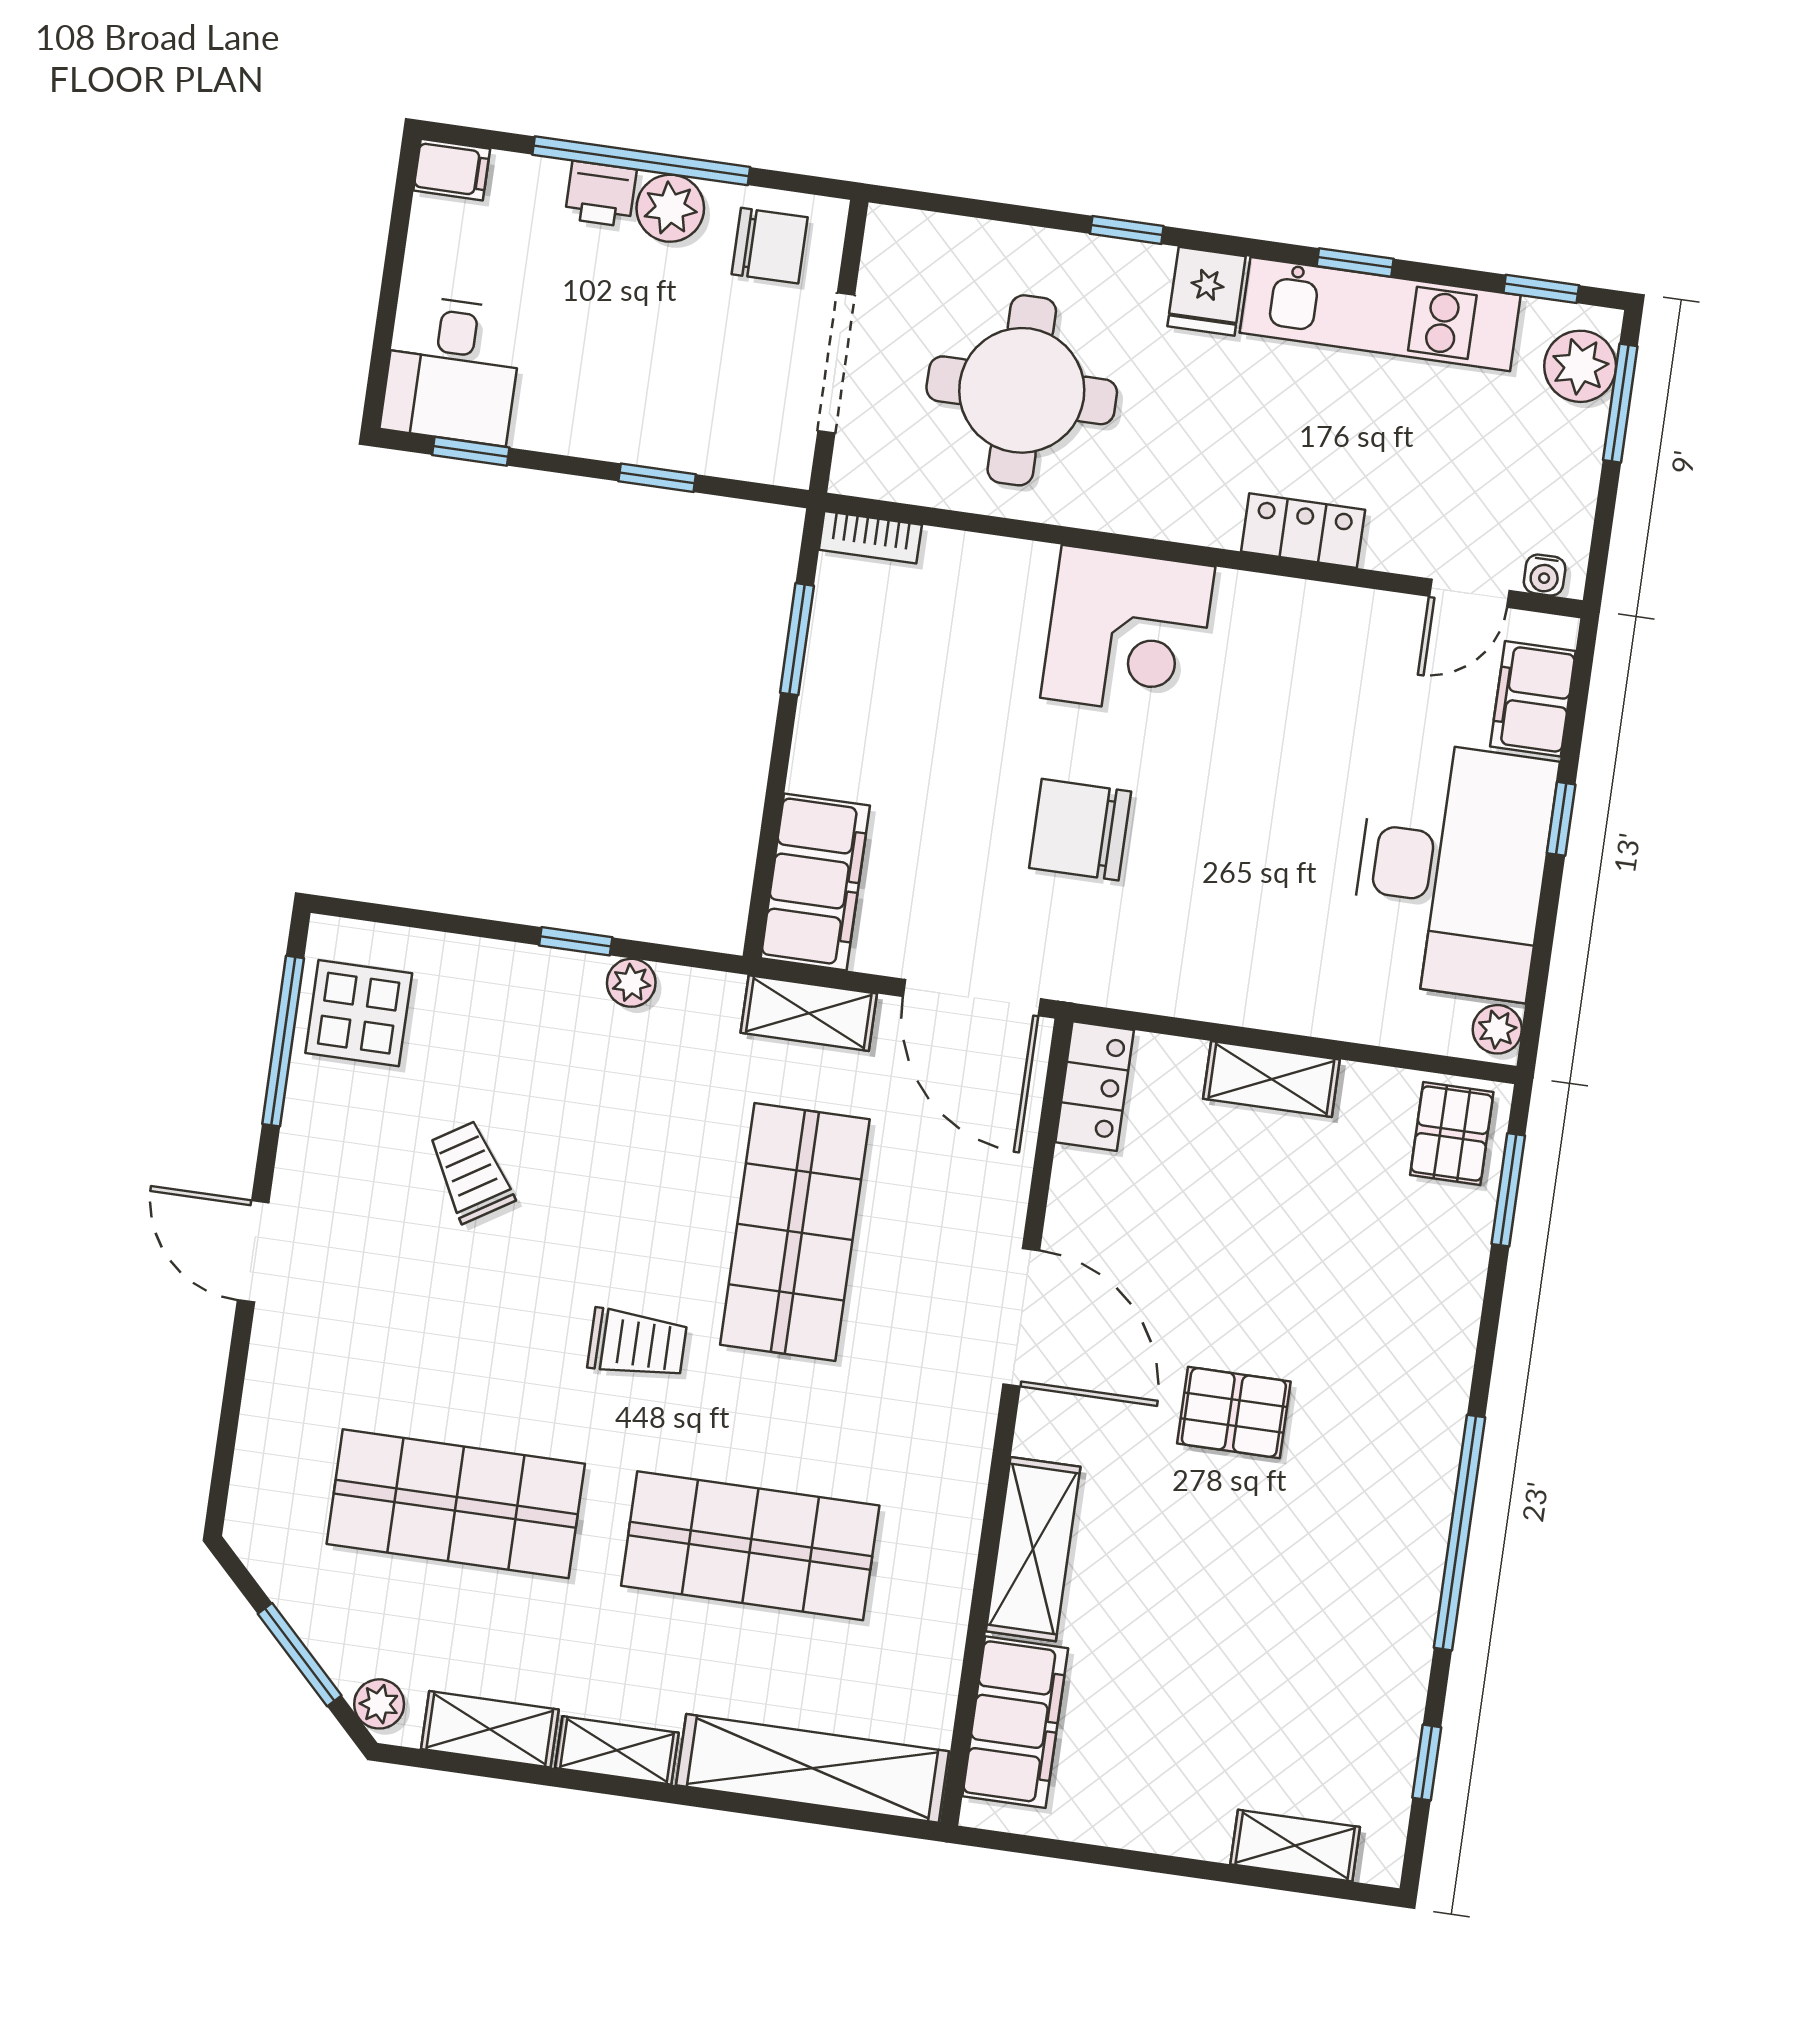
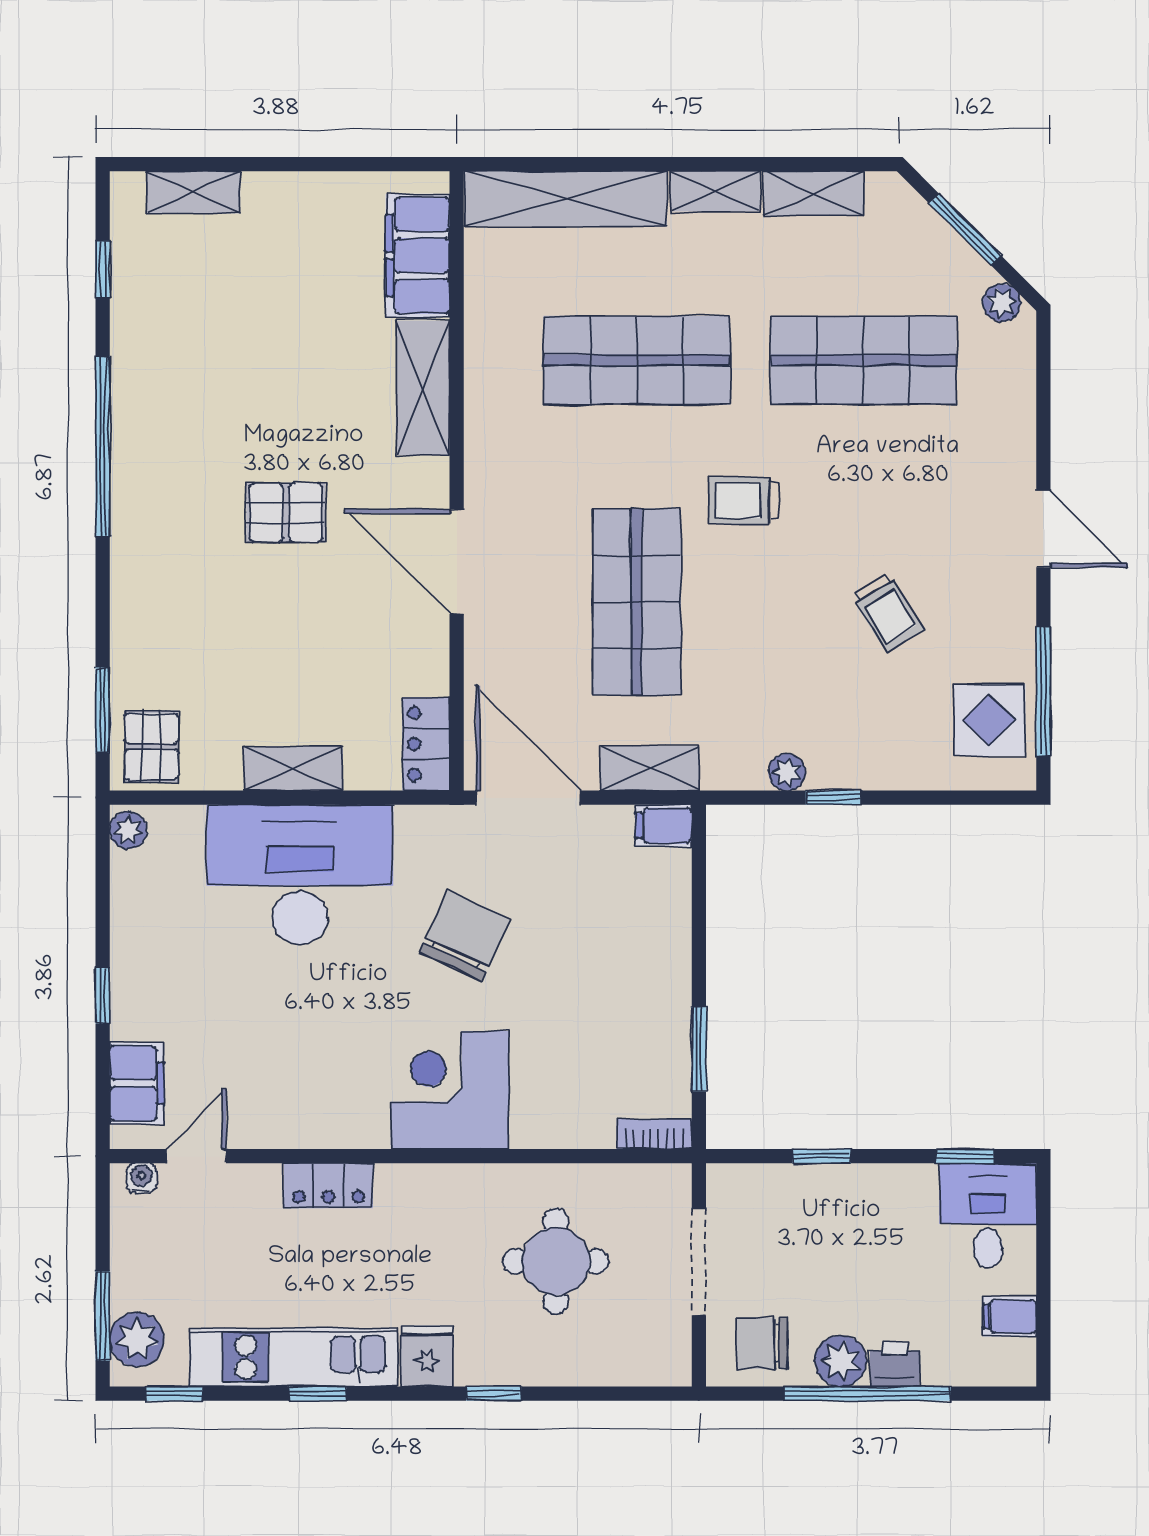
filing cabinet: (452, 170) -> (1010, 1317), moved
round table: (1022, 390) -> (556, 1261), width x0.73, depth x0.73
chair: (1080, 830) -> (465, 936), turned -65
desk: (1452, 870) -> (300, 874), moved, turned 90
filing cabinet: (815, 882) -> (664, 826), width x0.33, depth x0.86
plant: (379, 1704) -> (1002, 303), moved

